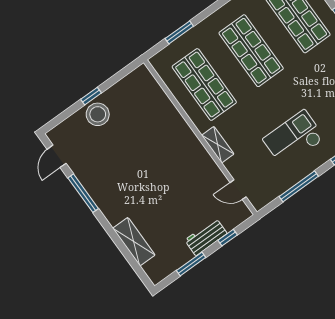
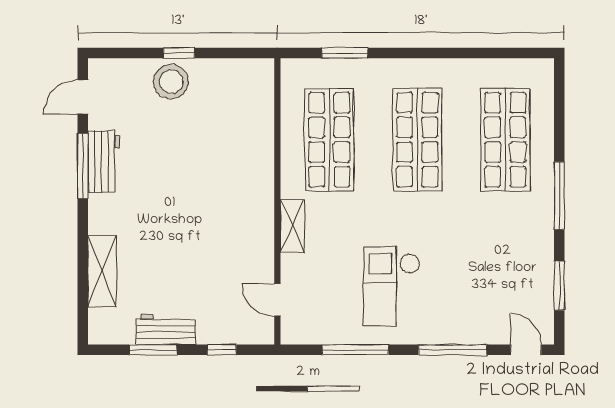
checkout: (294, 139) -> (392, 286), turned -90
workbench: (93, 183) -> (104, 161), added
workbench: (206, 237) -> (166, 329), moved

